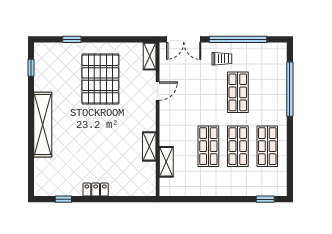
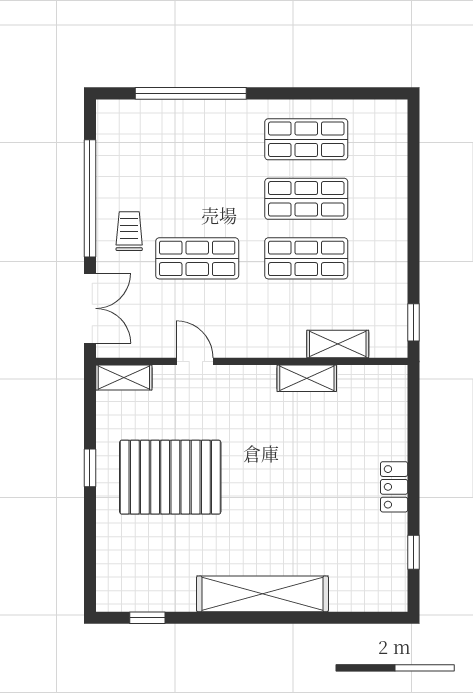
window: (72, 39) -> (90, 468), moved
shop shelf: (238, 92) -> (197, 258), moved
window: (265, 199) -> (414, 322), moved

